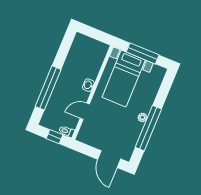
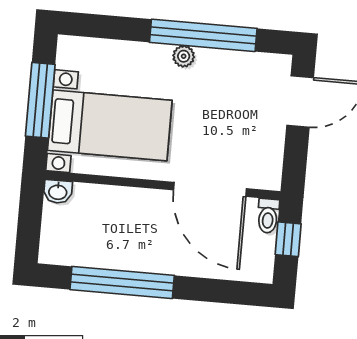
washbasin: (88, 85) -> (58, 192), moved
window: (48, 88) -> (122, 282), moved
door: (85, 111) -> (210, 189), width x1.87

